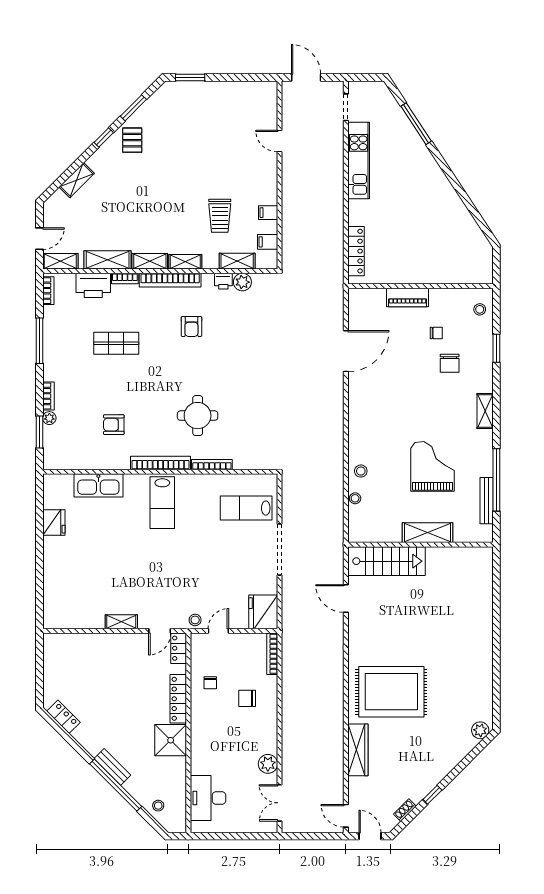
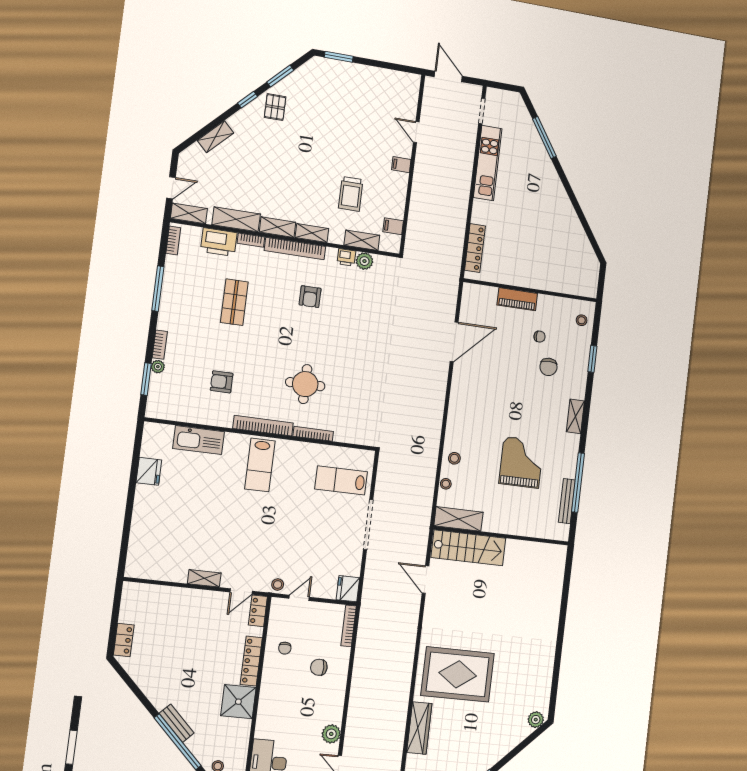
filing cabinet: (268, 213) -> (401, 165), moved
shop shelf: (116, 343) -> (234, 302), turned 90
shelving: (427, 533) -> (459, 519), moved
fridge: (263, 612) -> (348, 589), width x0.73, depth x0.75
locker: (63, 717) -> (124, 640), moved, turned 45

